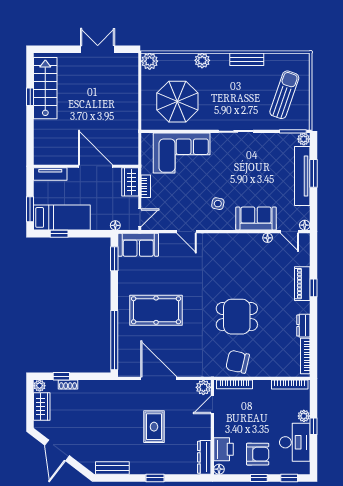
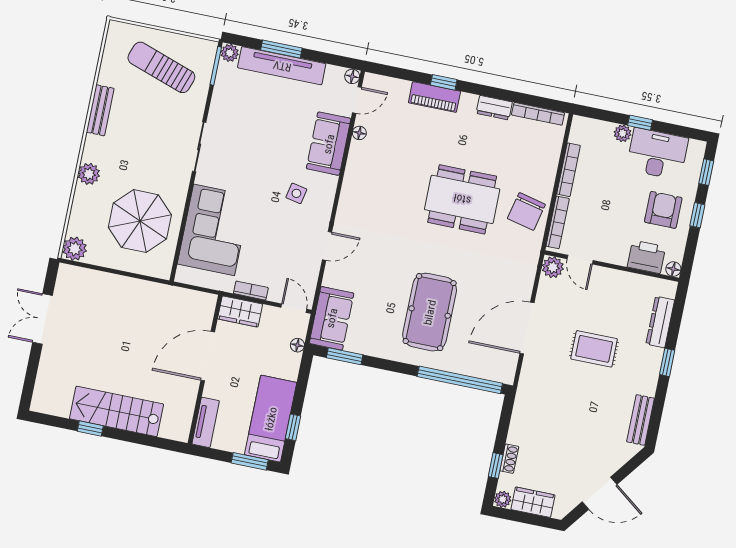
stairs: (45, 88) -> (116, 411), moved
dining table: (237, 317) -> (462, 199), width x1.37
bookcase: (290, 384) -> (569, 170), moved
dresser: (204, 457) -> (660, 322), moved, turned 90

